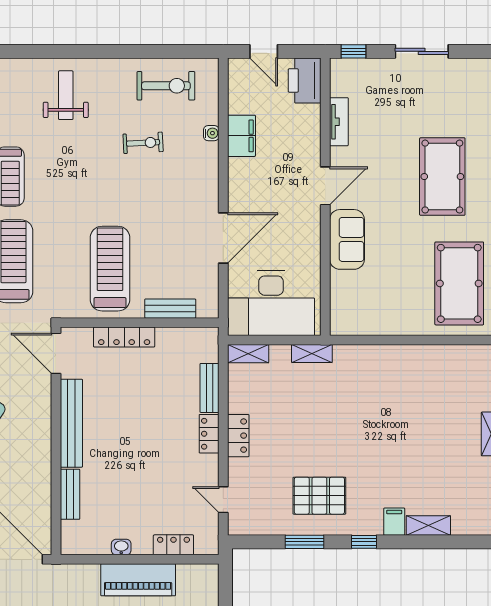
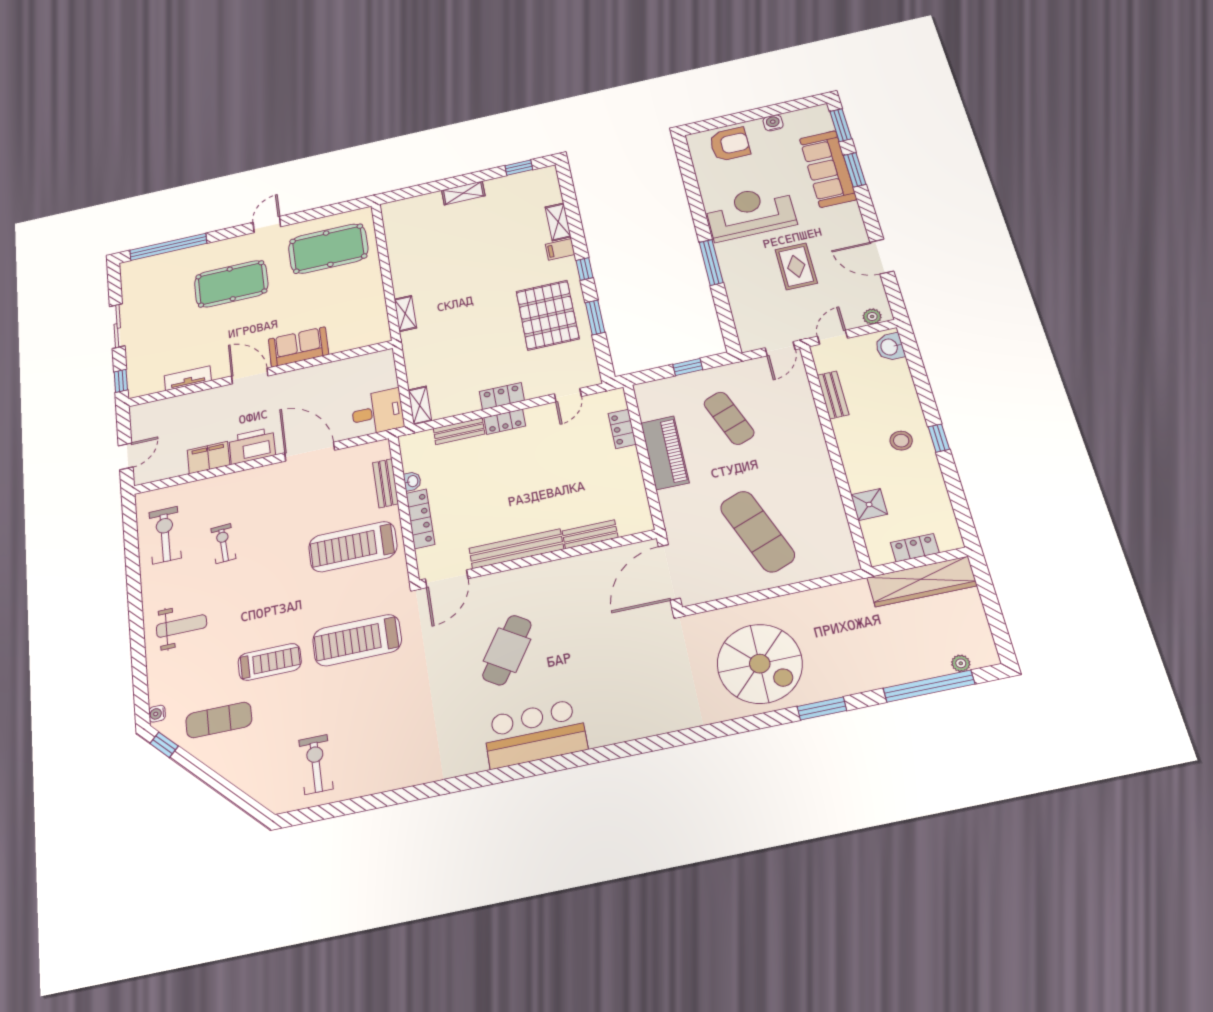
printer: (305, 80) -> (252, 446), moved, turned 180
weight bench: (66, 95) -> (182, 626), turned 180
water cooler: (211, 133) -> (208, 484), removed
desk: (271, 303) -> (378, 412), width x0.53, depth x0.77
shelving: (312, 353) -> (405, 314), moved
pallet: (319, 496) -> (548, 315), width x1.37, depth x1.41
washbasin: (121, 547) -> (412, 481), moved, turned 180

